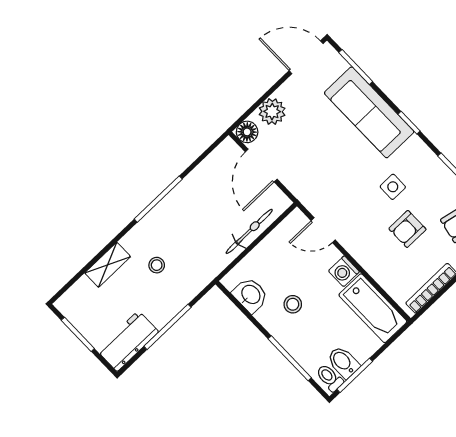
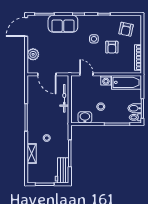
sofa: (369, 112) -> (63, 24), width x0.73
floor lamp: (247, 132) -> (32, 69), removed
door: (323, 230) -> (86, 74), swing flipped

